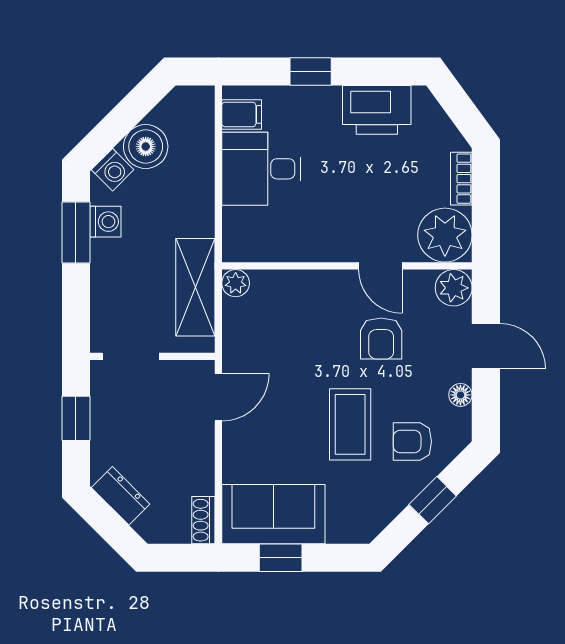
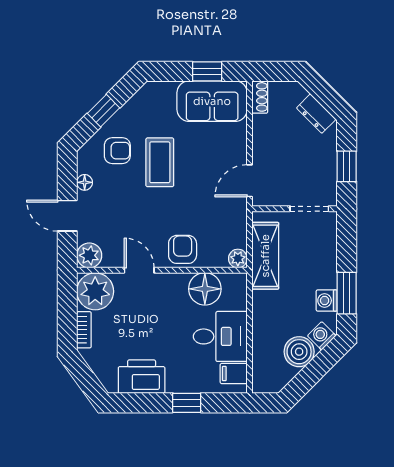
floor lamp: (284, 239) -> (205, 289), added
armchair: (381, 339) -> (183, 249), moved

